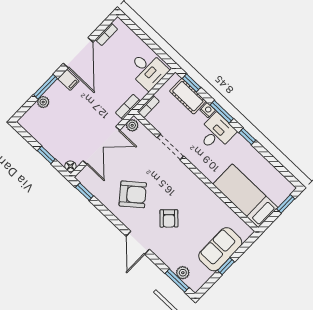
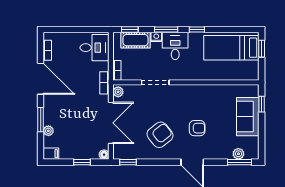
filing cabinet: (68, 80) -> (51, 154), moved
bed: (245, 196) -> (231, 48), moved
armchair: (169, 218) -> (197, 128), turned -46
window: (226, 266) -> (262, 104), moved

